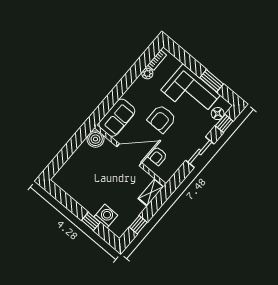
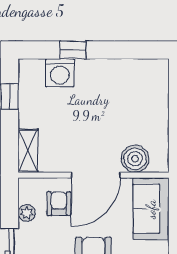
boiler: (95, 139) -> (135, 159), moved
plant: (176, 164) -> (27, 213), added

